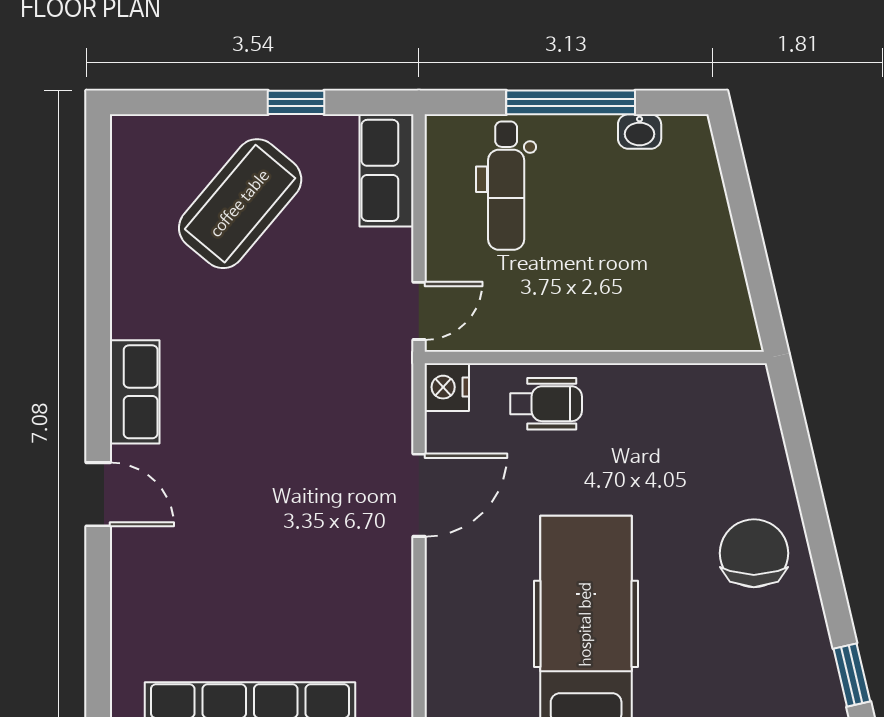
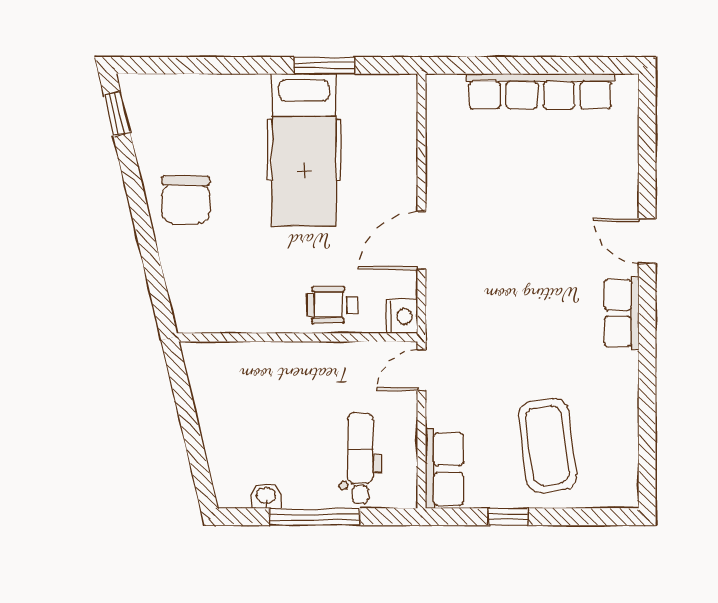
coffee table: (240, 204) -> (547, 446), turned -47

